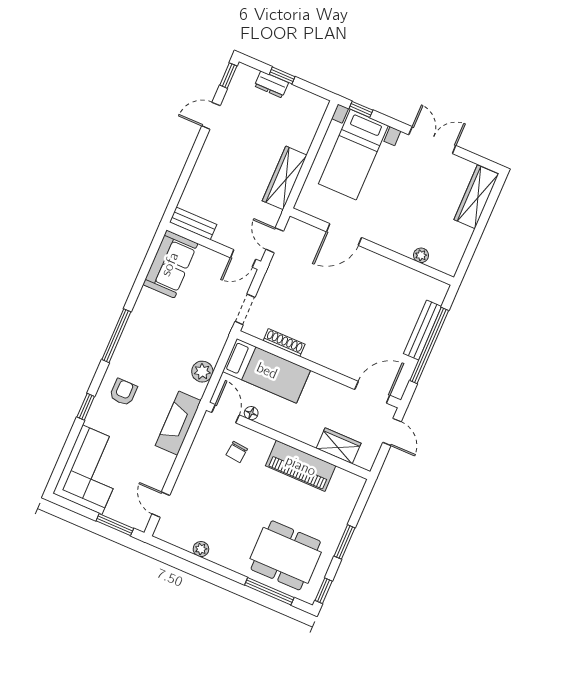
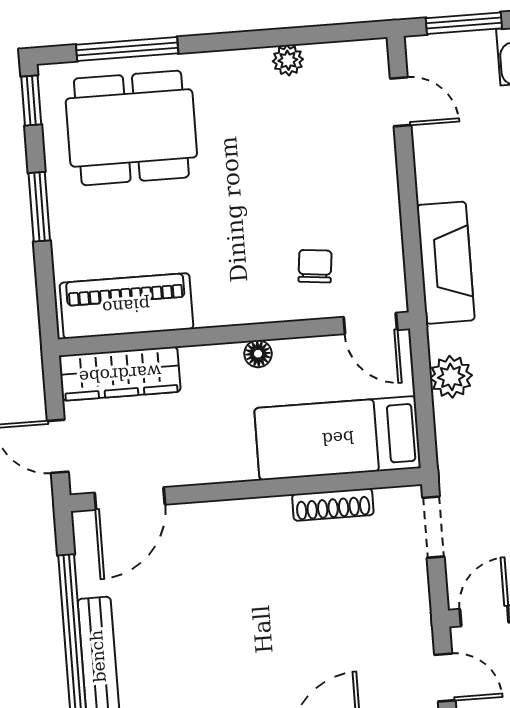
floor lamp: (251, 413) -> (258, 354), moved
wardrobe: (339, 446) -> (120, 374), width x1.50
piano: (301, 466) -> (126, 306), moved

